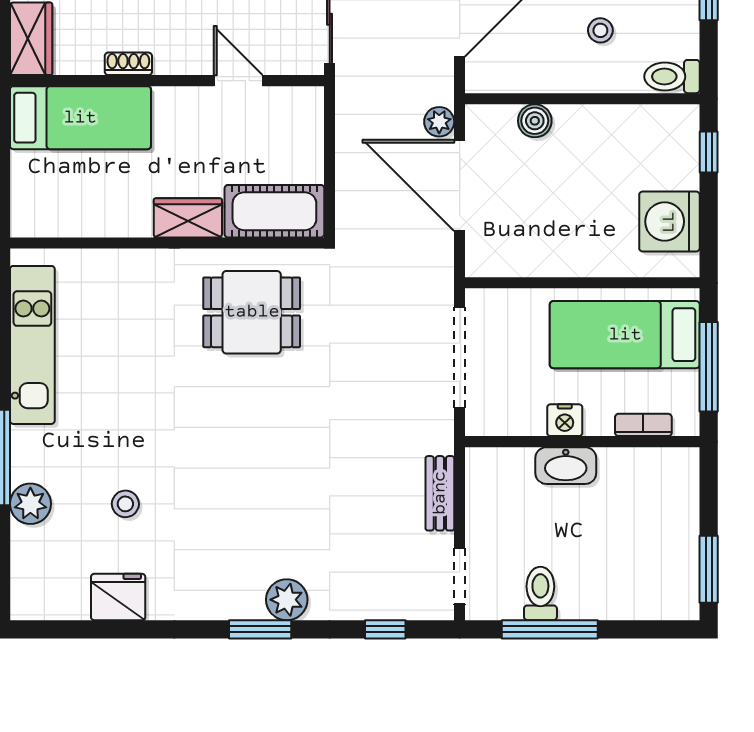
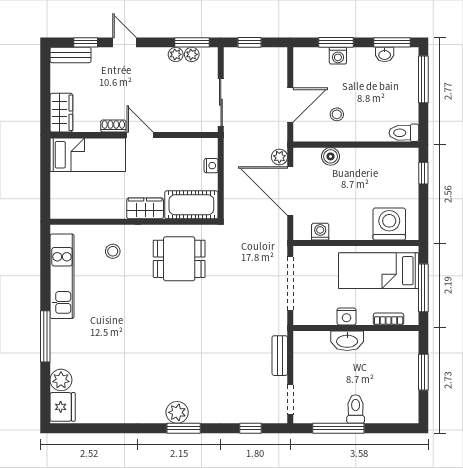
stool: (600, 30) -> (337, 114), moved
door: (238, 81) -> (140, 135), moved
nightstand: (311, 138) -> (211, 166), added
washing machine: (669, 222) -> (389, 224), moved, turned 90
washing machine: (515, 261) -> (320, 232), added
plant: (30, 504) -> (61, 380), moved
stool: (125, 504) -> (113, 251), moved
window: (709, 569) -> (423, 372), moved
toilet: (540, 593) -> (356, 409), moved
fridge: (118, 597) -> (63, 407), moved, turned 90
plant: (287, 600) -> (177, 412), moved

